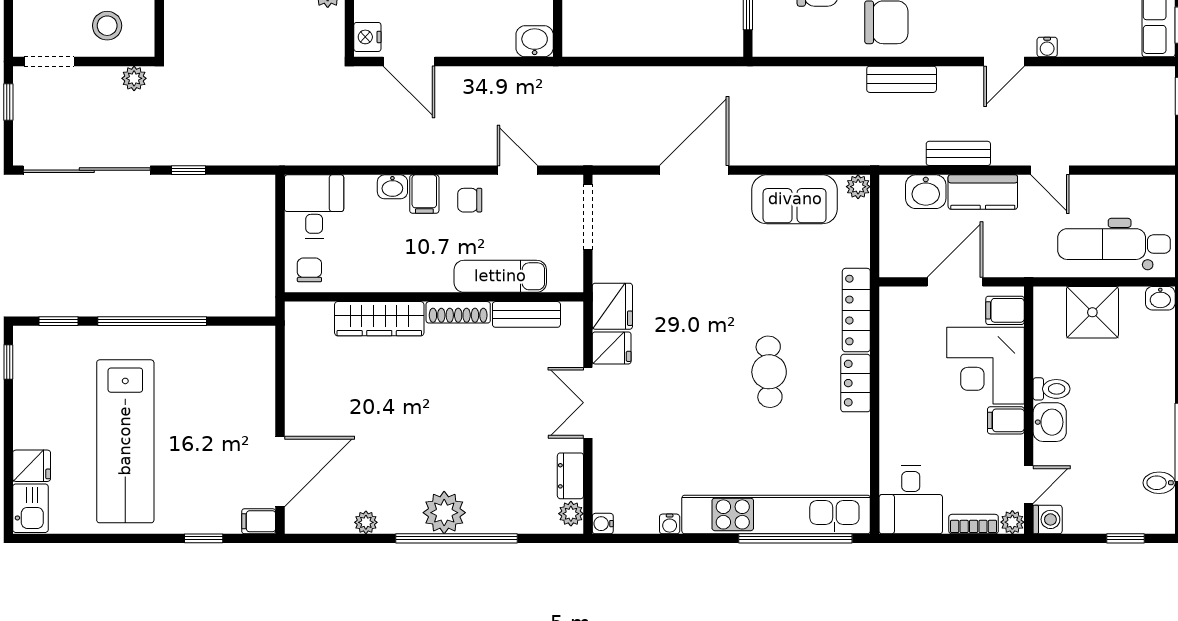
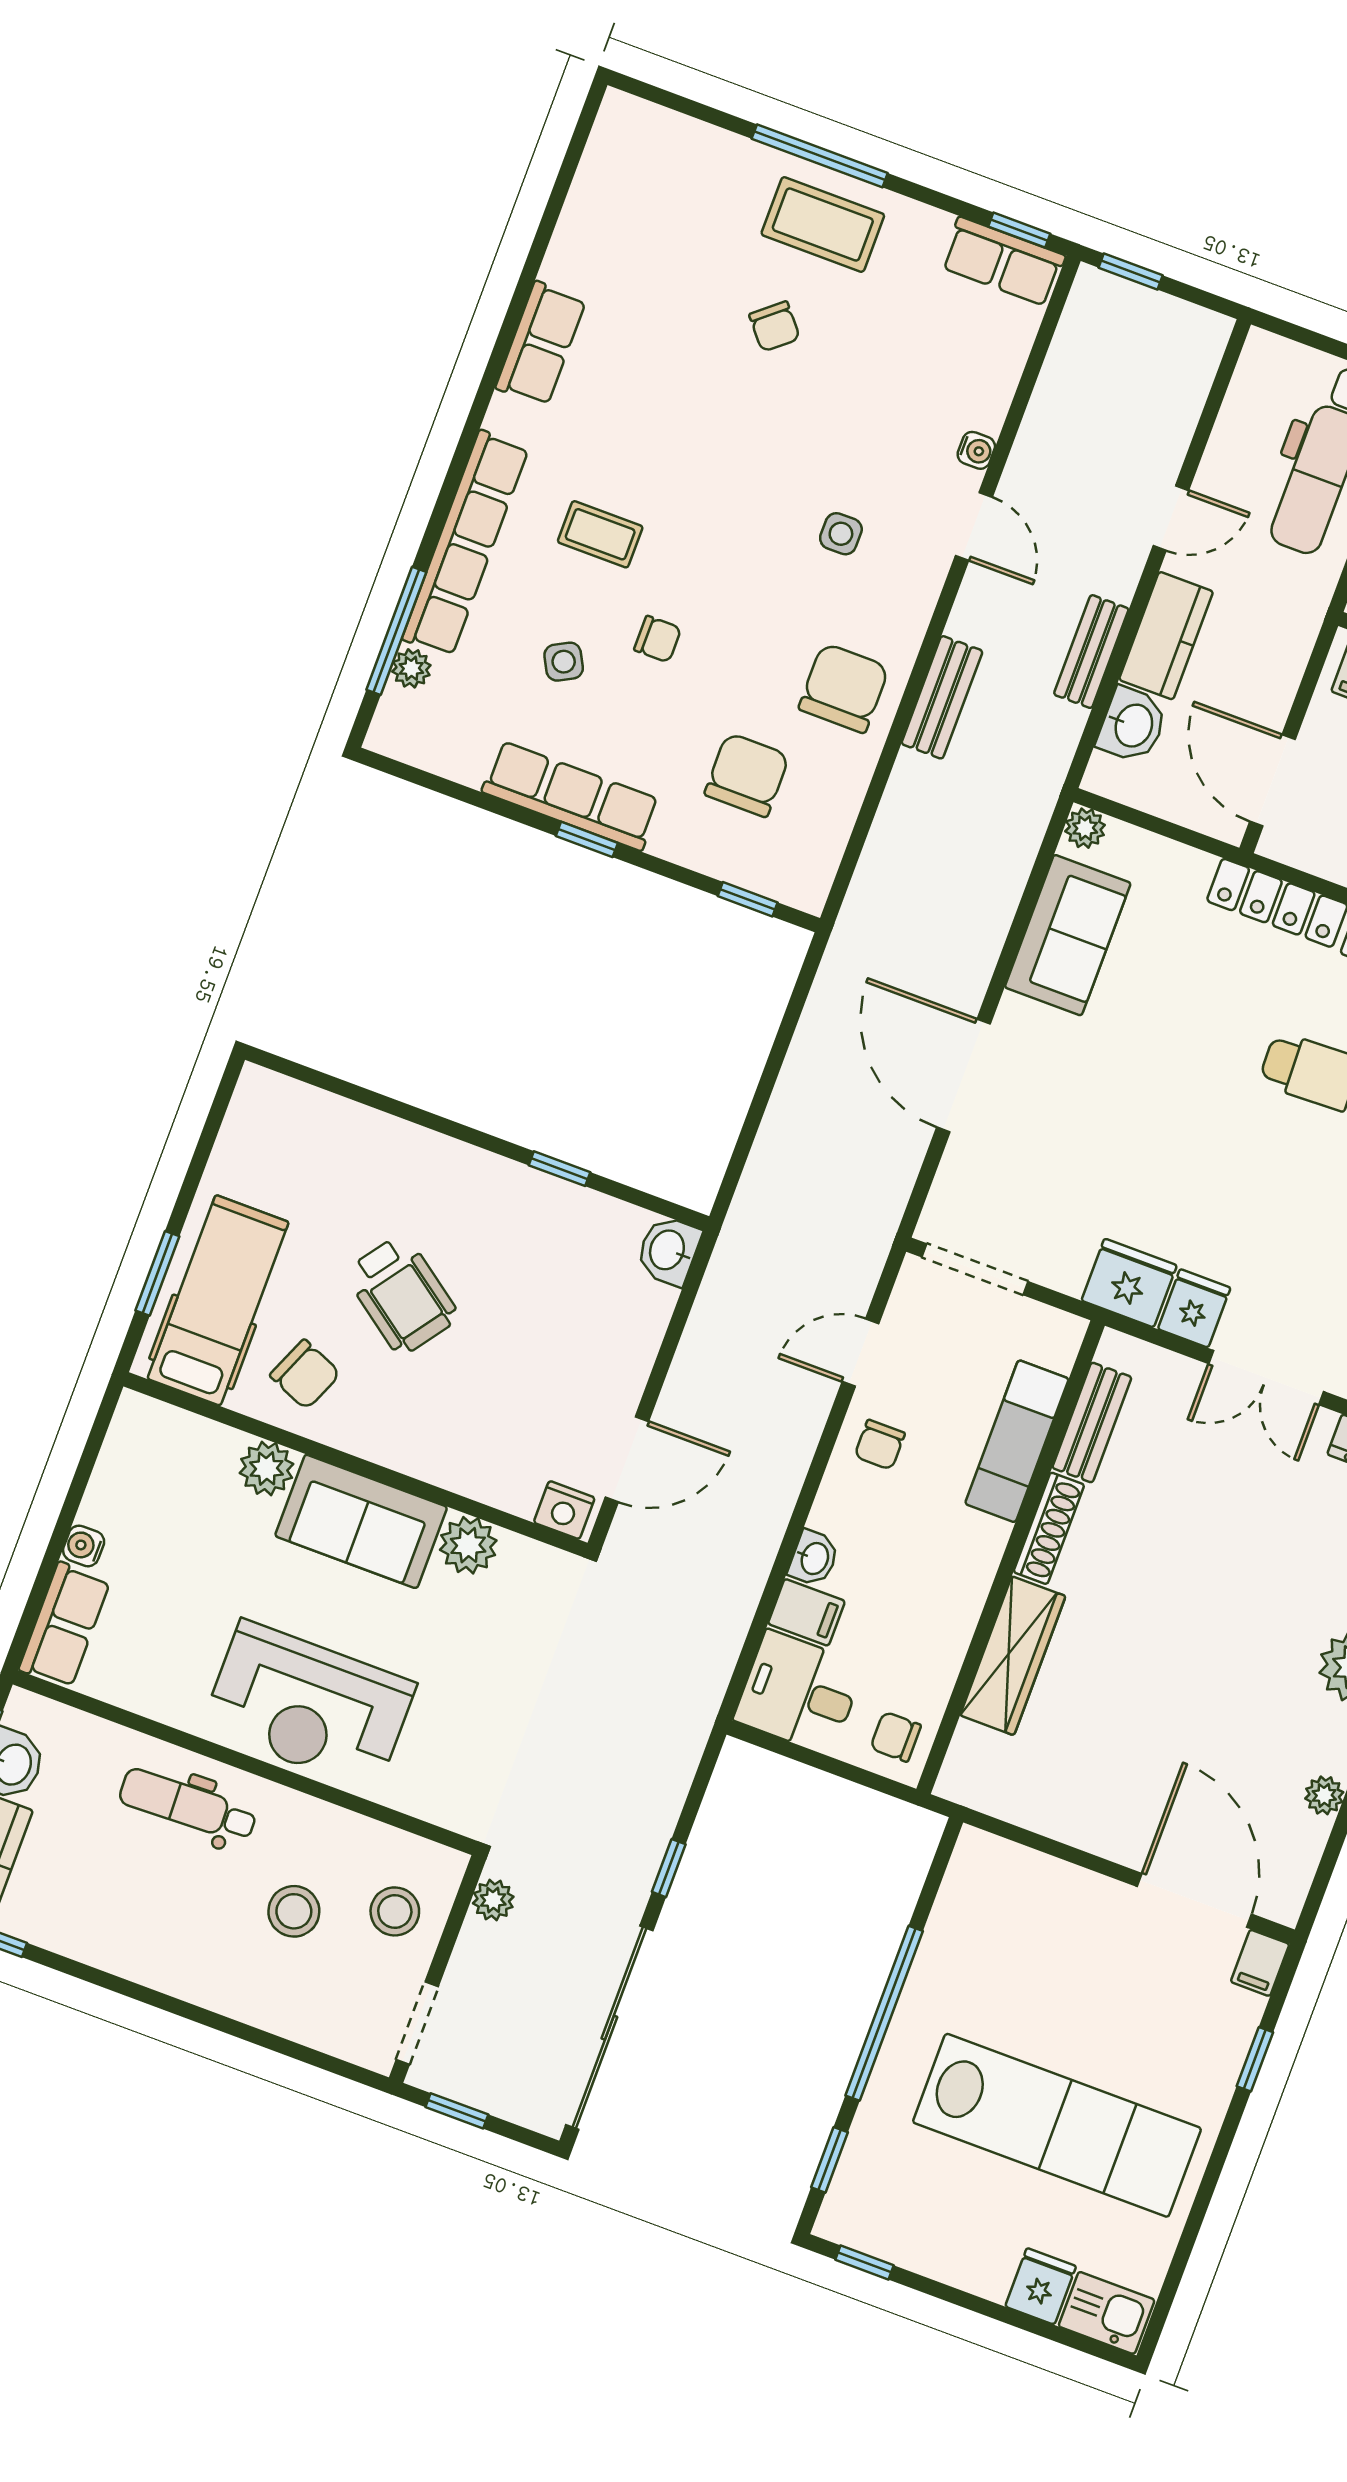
filing cabinet: (424, 194) -> (806, 1612), moved
door: (955, 282) -> (1273, 780), moved

